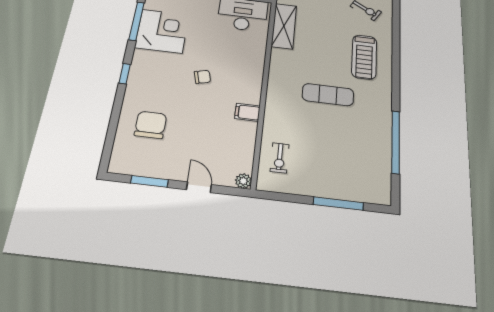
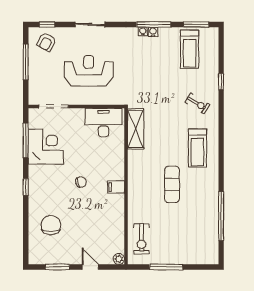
exercise mat: (328, 95) -> (172, 184), turned 90
filing cabinet: (247, 112) -> (116, 187), moved
exercise bike: (280, 158) -> (142, 239), width x1.38, depth x1.39
window: (338, 204) -> (166, 267), moved

